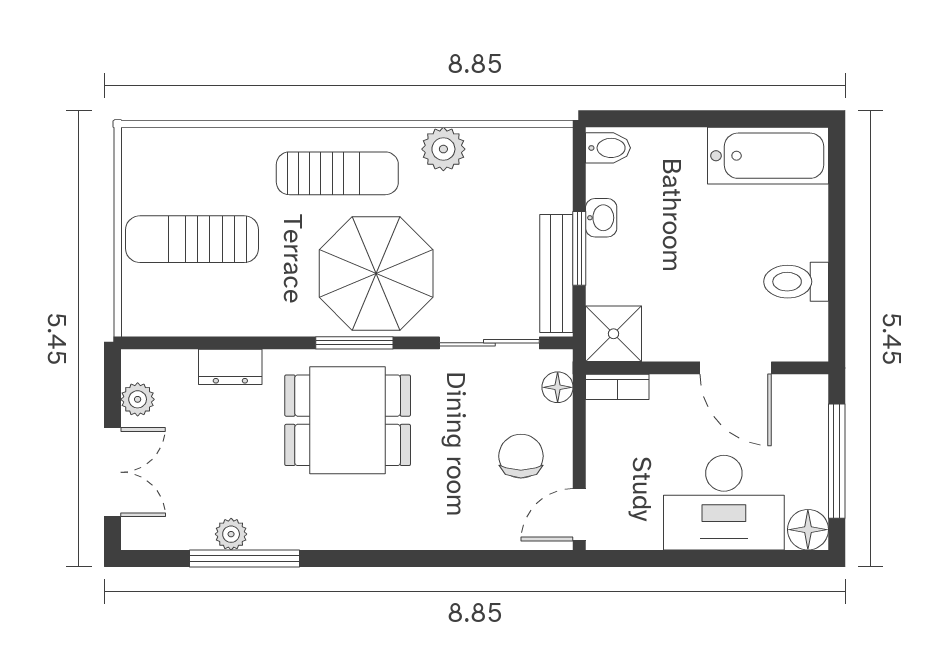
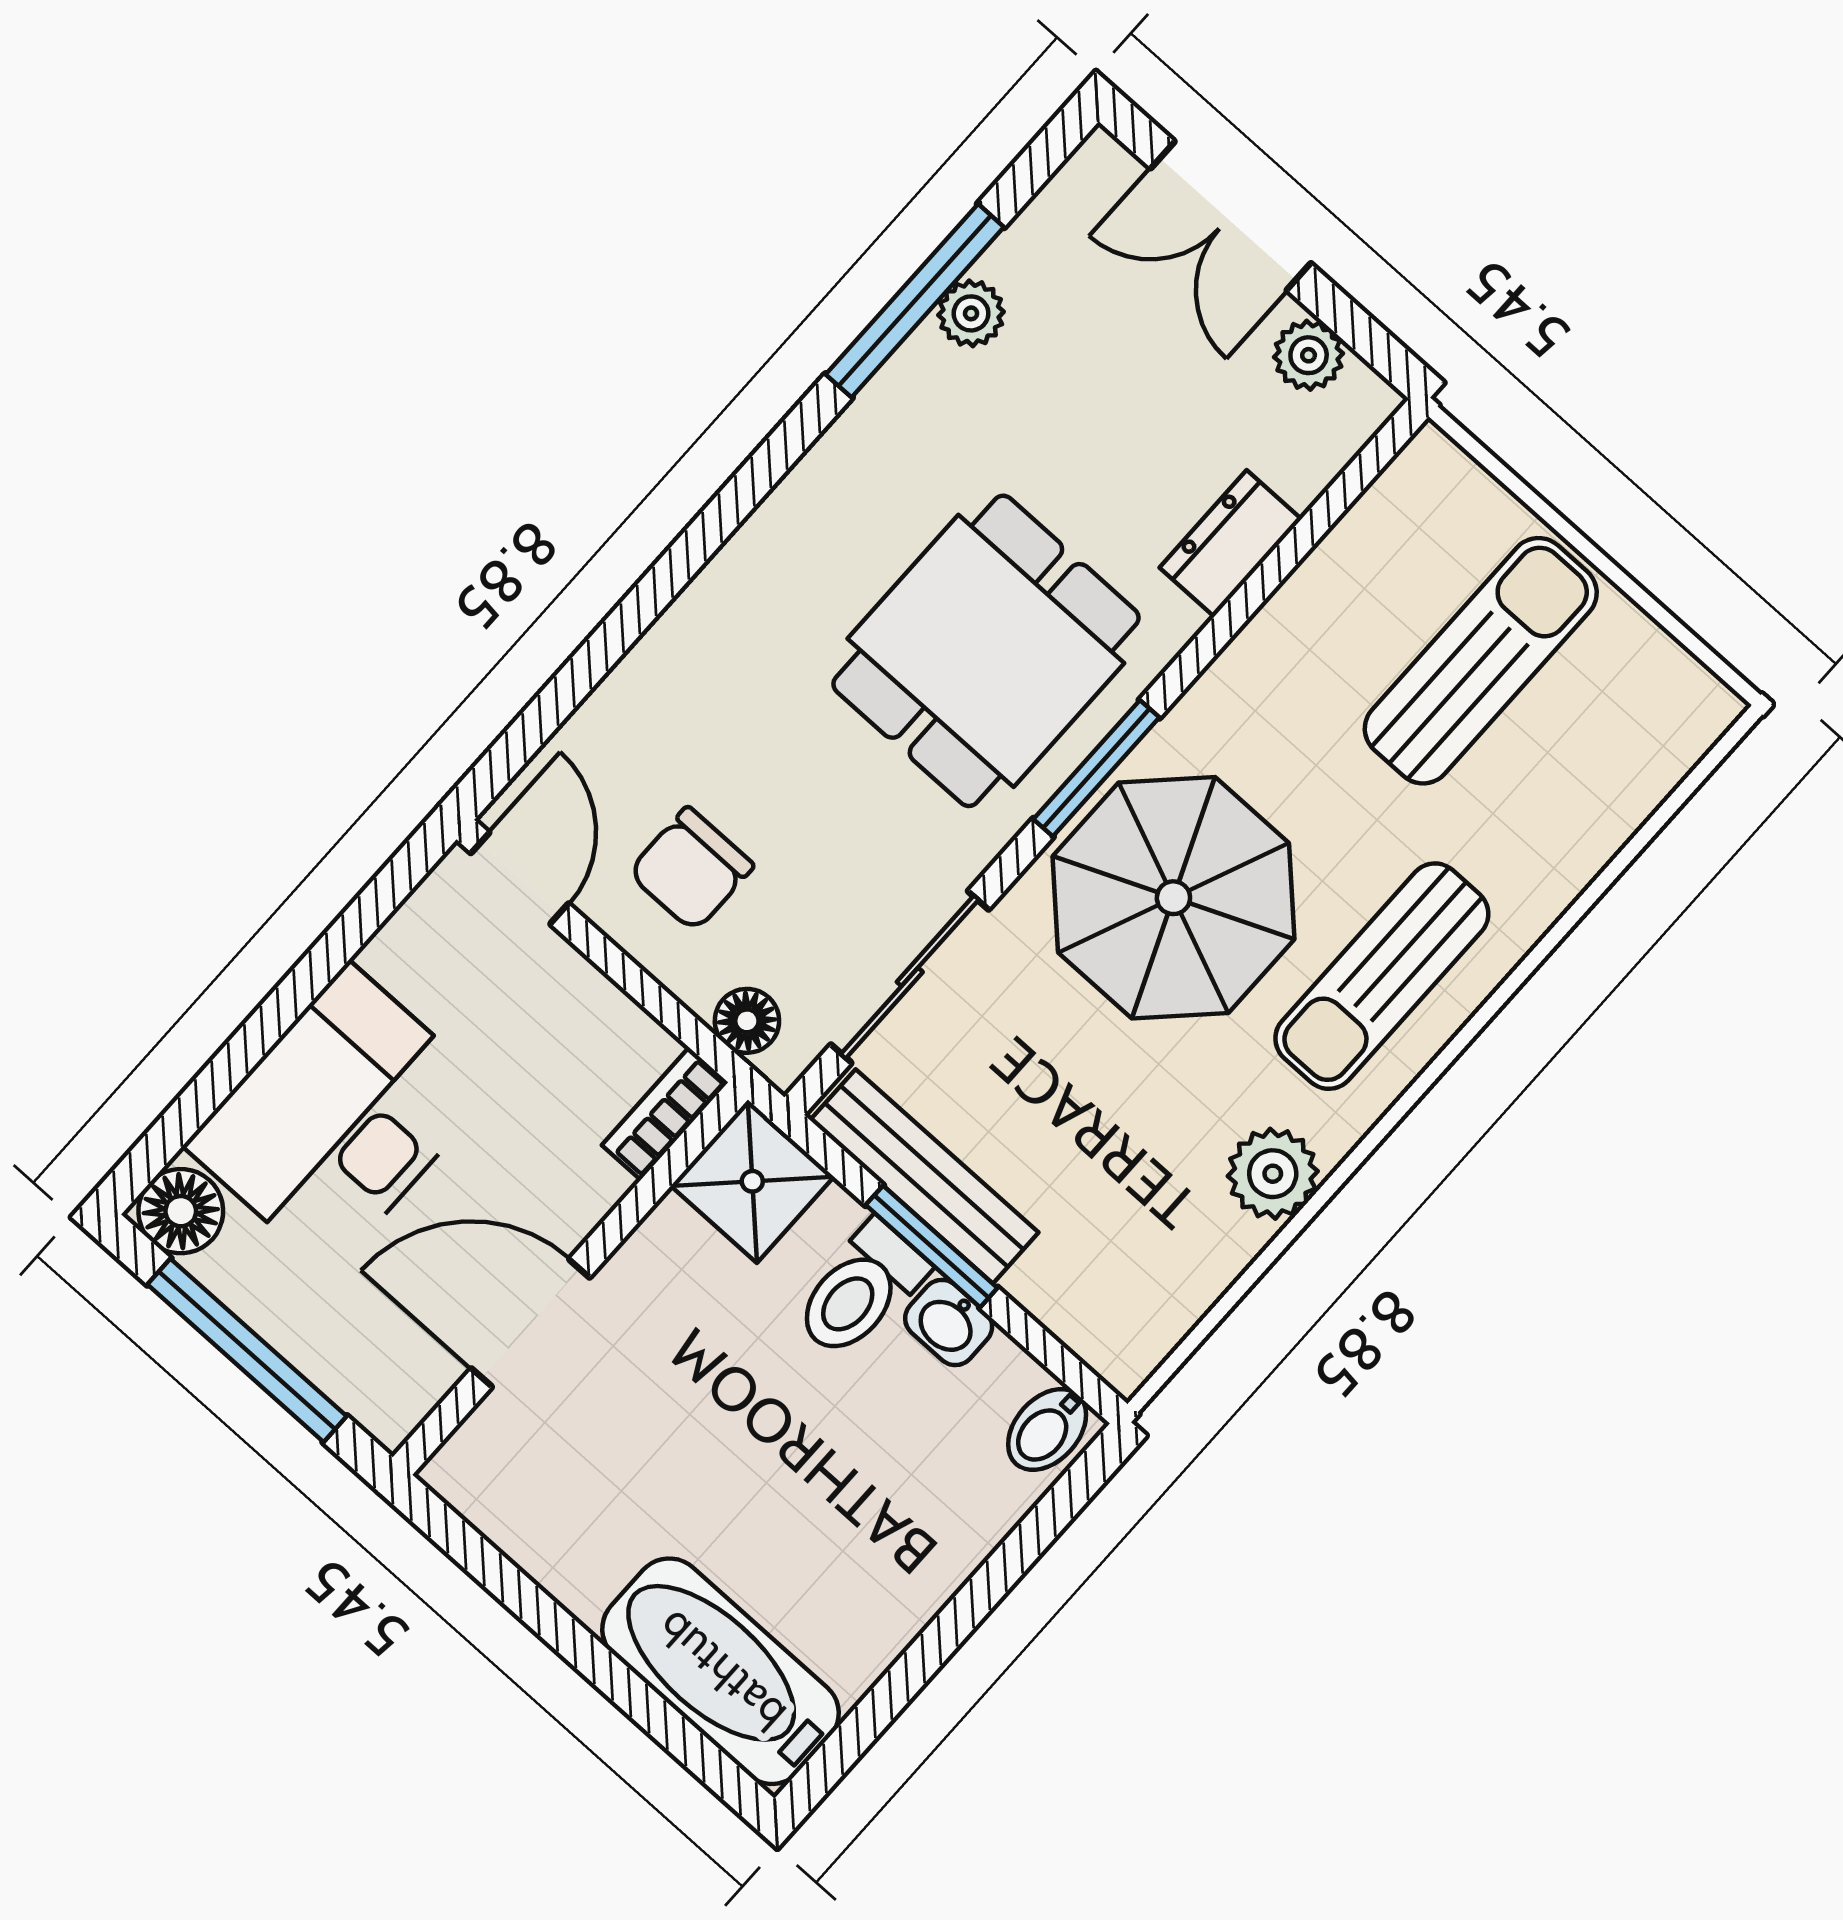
bathtub: (768, 156) -> (721, 1671), moved, turned 90
toilet: (796, 282) -> (860, 1290), moved, turned 180
chair: (521, 456) -> (691, 869), turned 90

